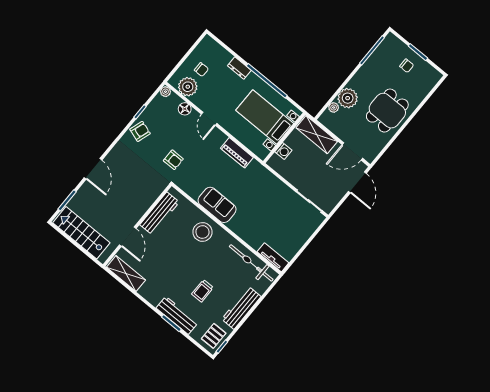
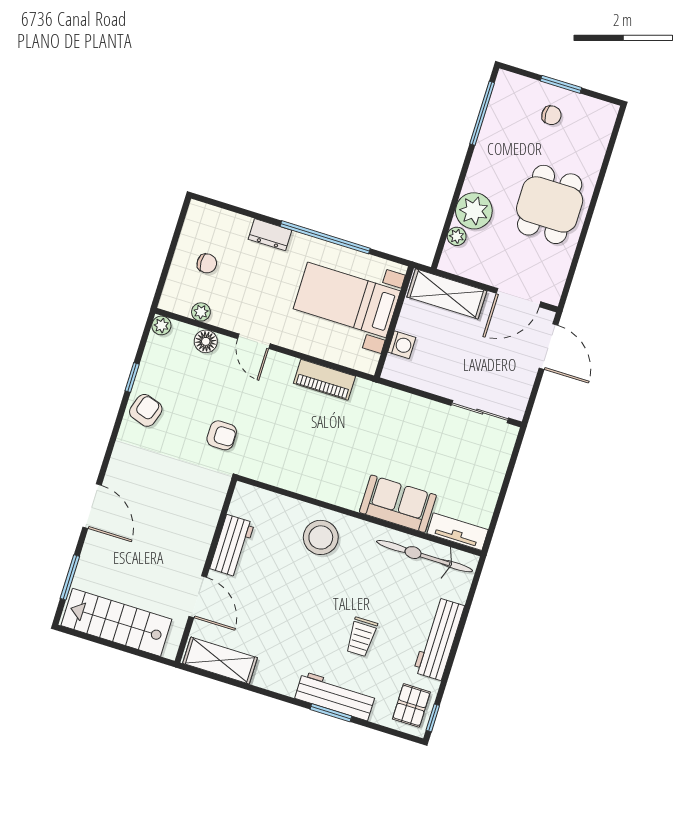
plant: (188, 87) -> (201, 312), width x0.53, depth x0.53
sofa: (217, 205) -> (398, 504), moved
workbench: (160, 213) -> (232, 546), width x0.73

